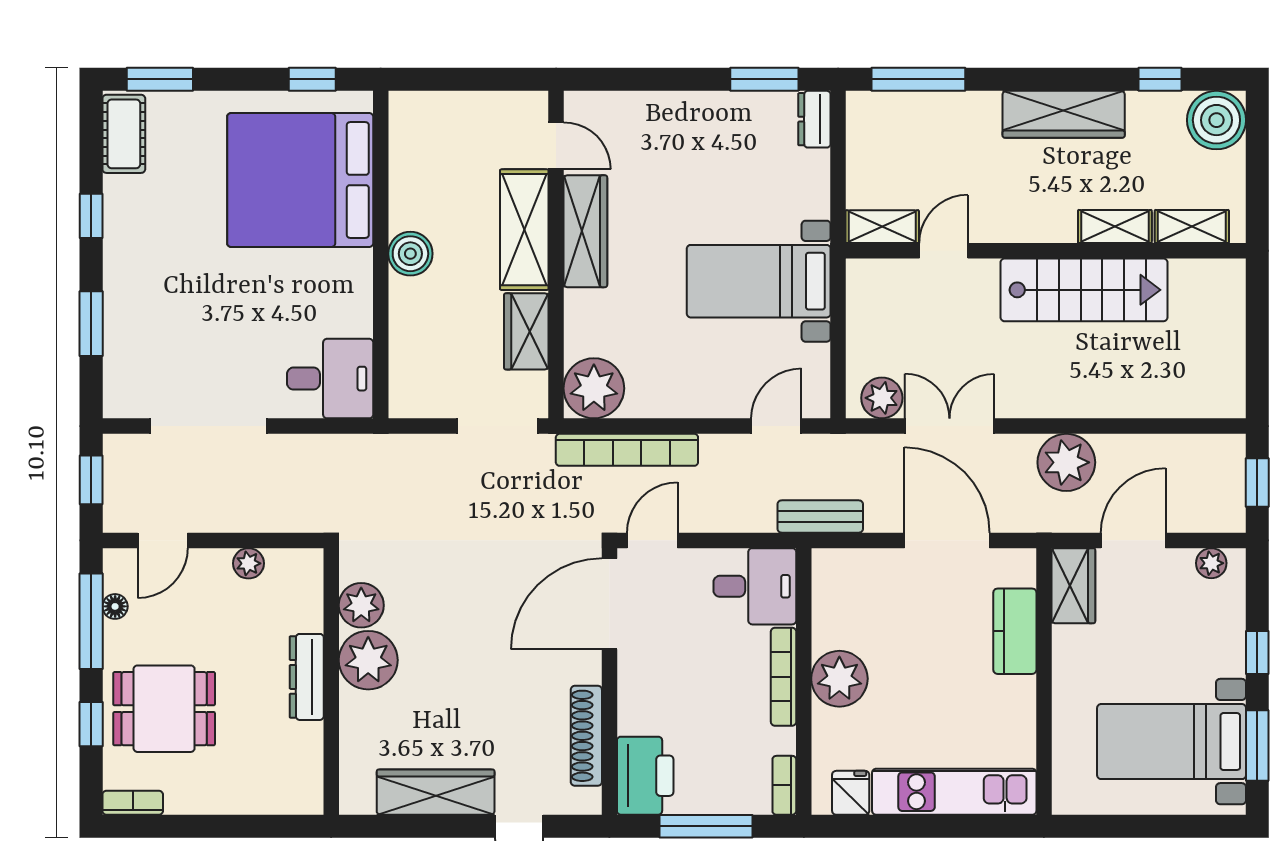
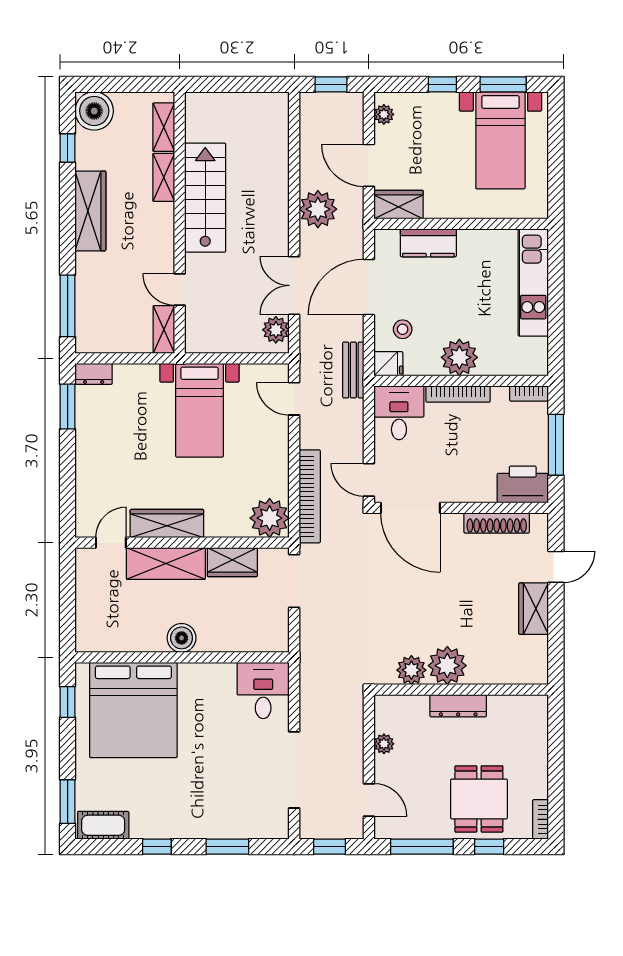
stool: (883, 592) -> (403, 329), added
floor lamp: (115, 606) -> (412, 831), removed
wardrobe: (436, 792) -> (533, 609), width x0.67
fridge: (851, 793) -> (388, 364), moved, turned 180

